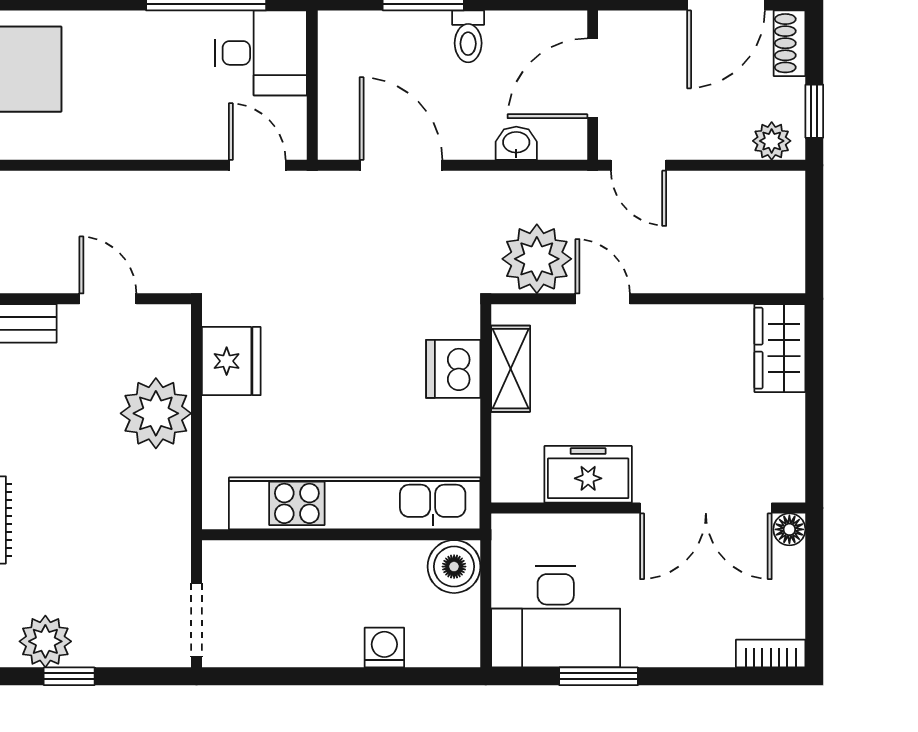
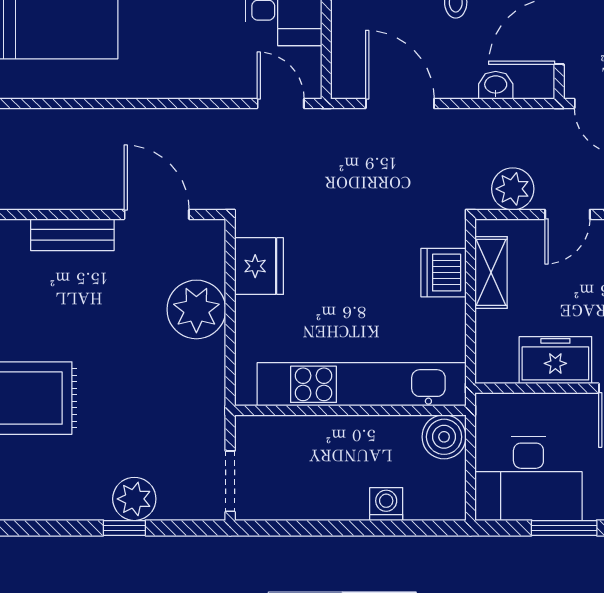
plant: (537, 259) -> (513, 189), width x0.73, depth x0.73
door: (108, 299) -> (157, 214), width x1.38
door: (603, 299) -> (567, 214), swing flipped
plant: (45, 641) -> (134, 499), moved

